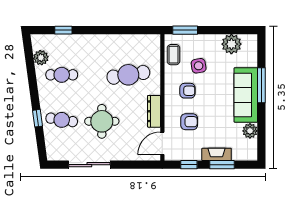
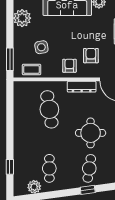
armchair: (187, 91) -> (69, 66), moved

